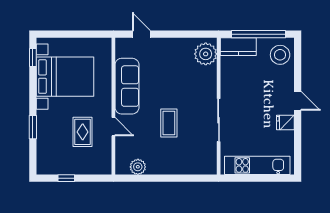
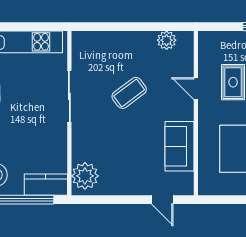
sofa: (127, 86) -> (180, 146), width x0.73
coffee table: (169, 123) -> (129, 93), turned 53

